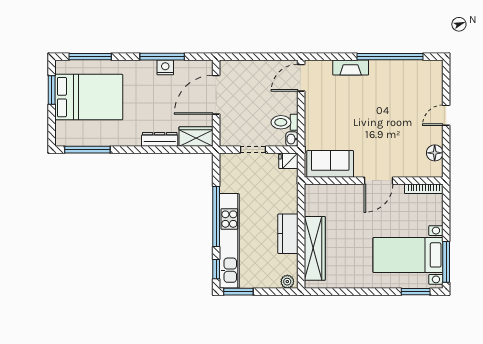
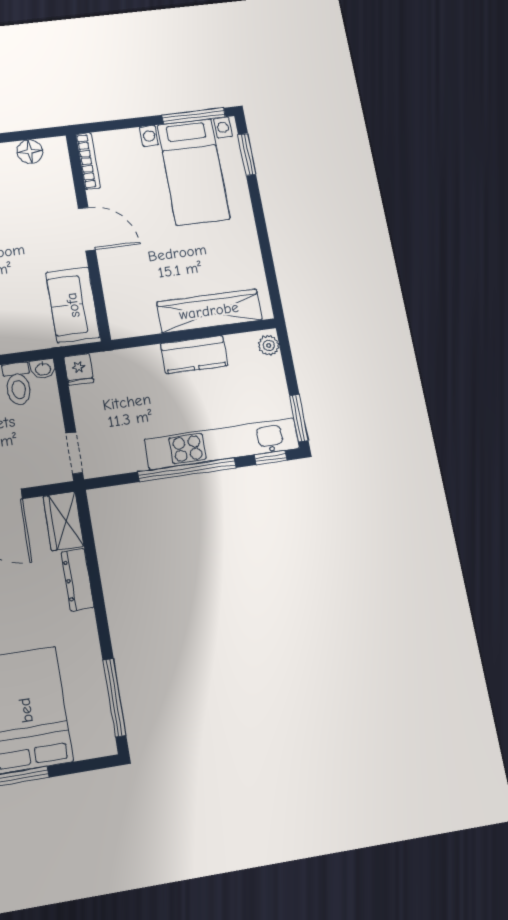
doorway: (253, 150) -> (74, 453), moved

